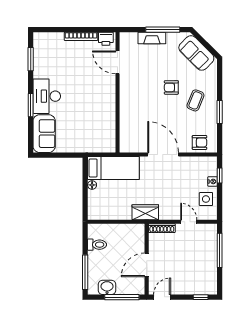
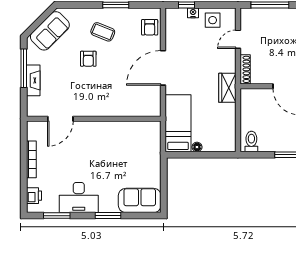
printer: (106, 39) -> (34, 196), moved
desk: (47, 96) -> (79, 197), moved
armchair: (200, 142) -> (150, 27), turned 180
toilet: (97, 245) -> (251, 142), moved

